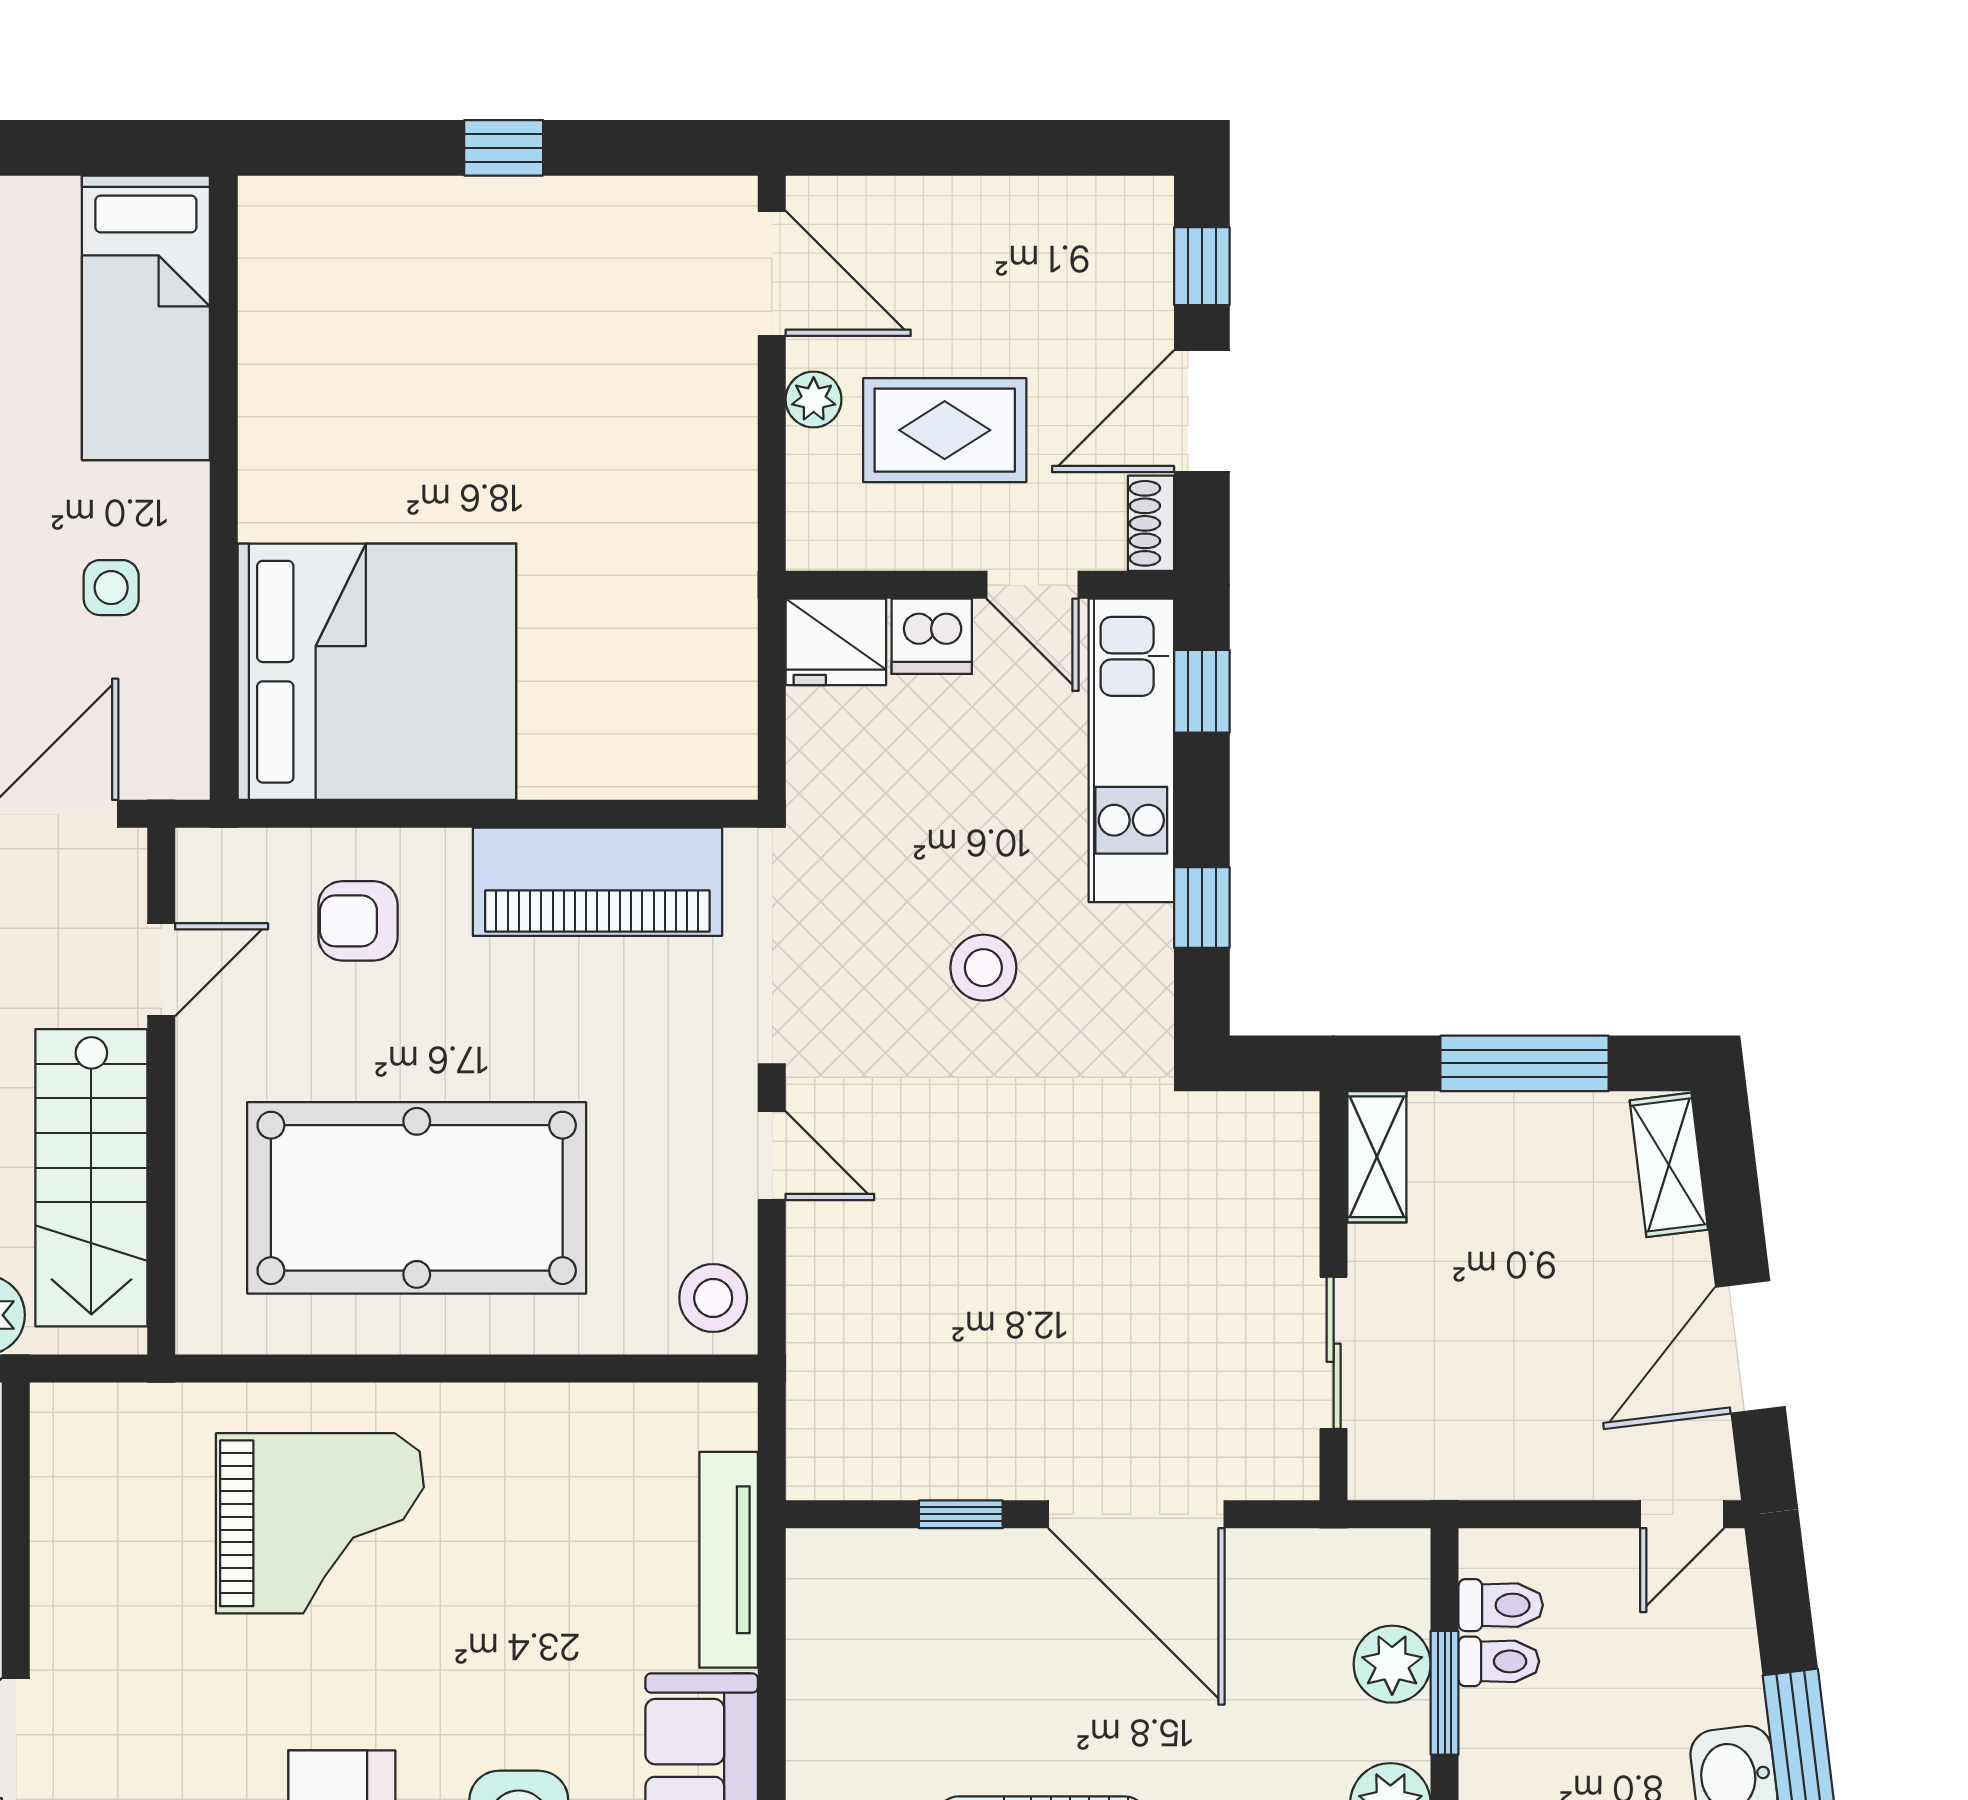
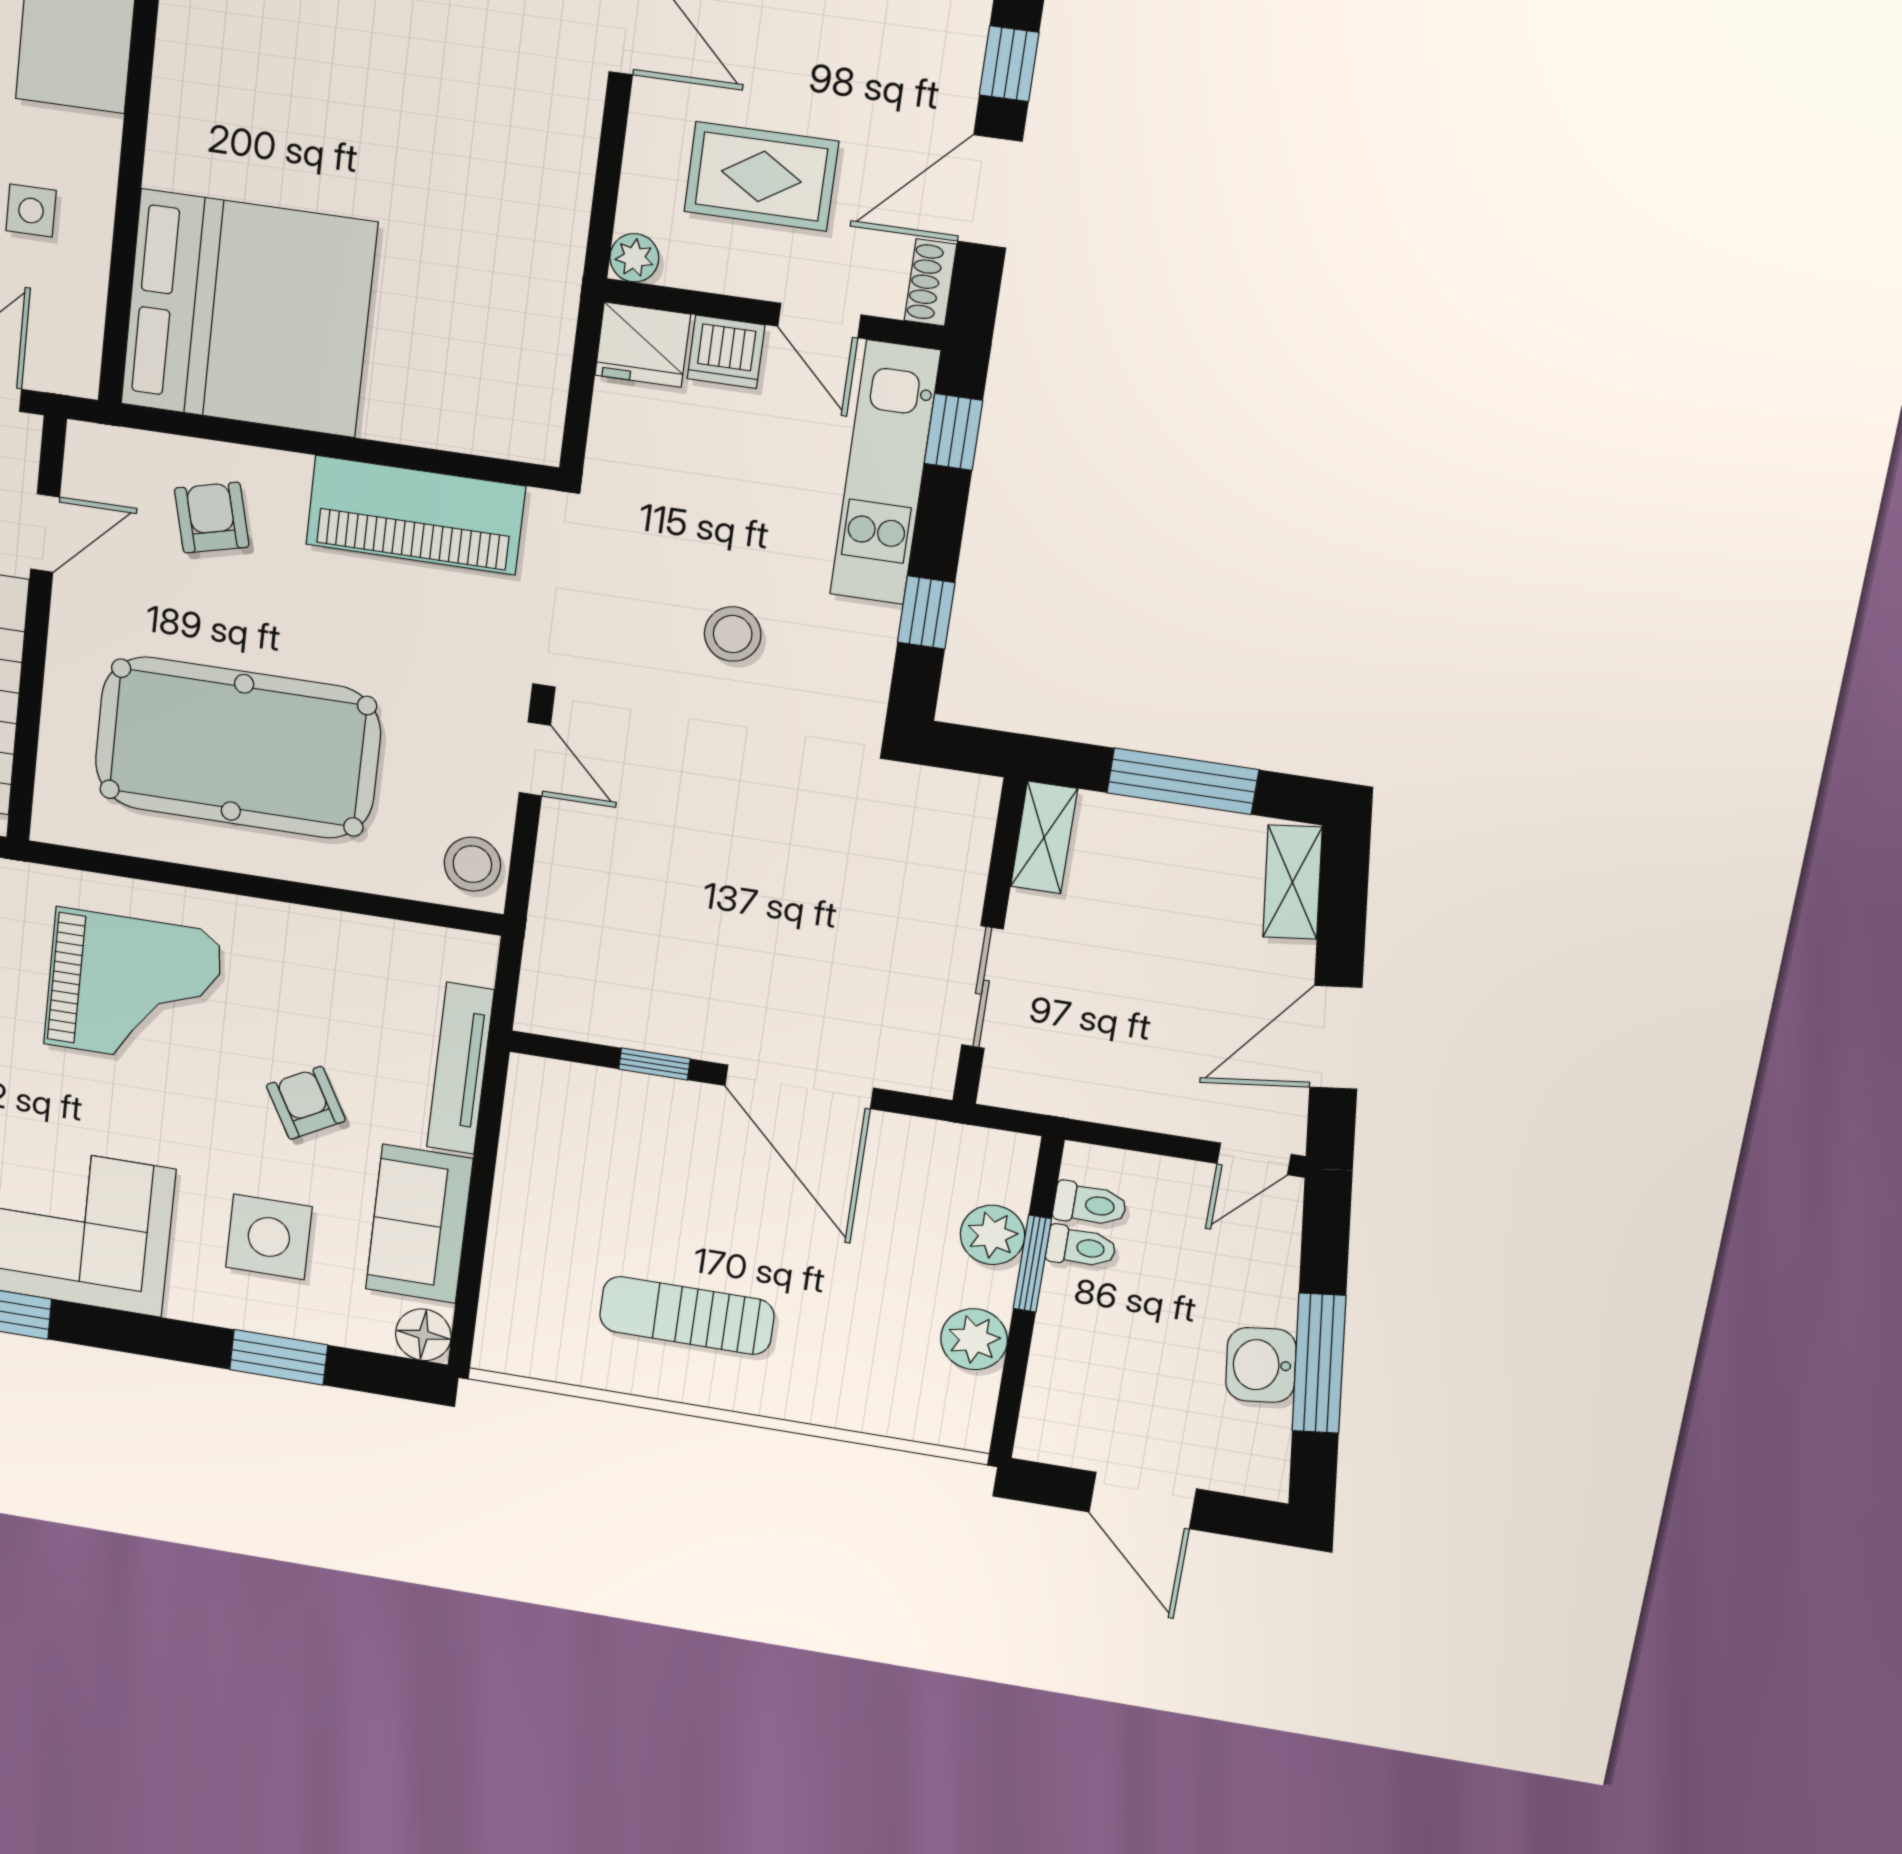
plant: (814, 399) -> (634, 258), moved
armchair: (358, 921) -> (212, 518), turned 76
armchair: (546, 1636) -> (306, 1103), added

